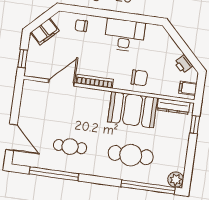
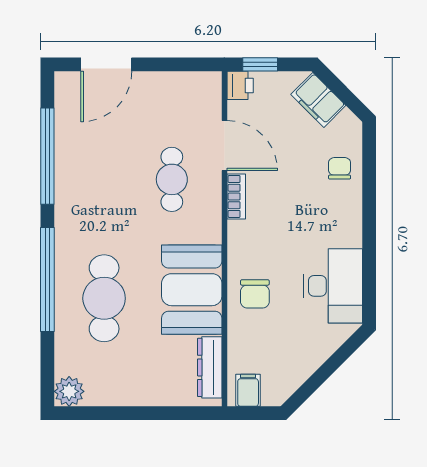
desk: (125, 35) -> (333, 286), moved
printer: (184, 64) -> (240, 85), moved, turned 135
bookcase: (95, 81) -> (236, 196), width x0.64
window: (195, 125) -> (180, 413), removed
cafe table: (70, 147) -> (172, 179), moved
window: (148, 187) -> (47, 280), moved

